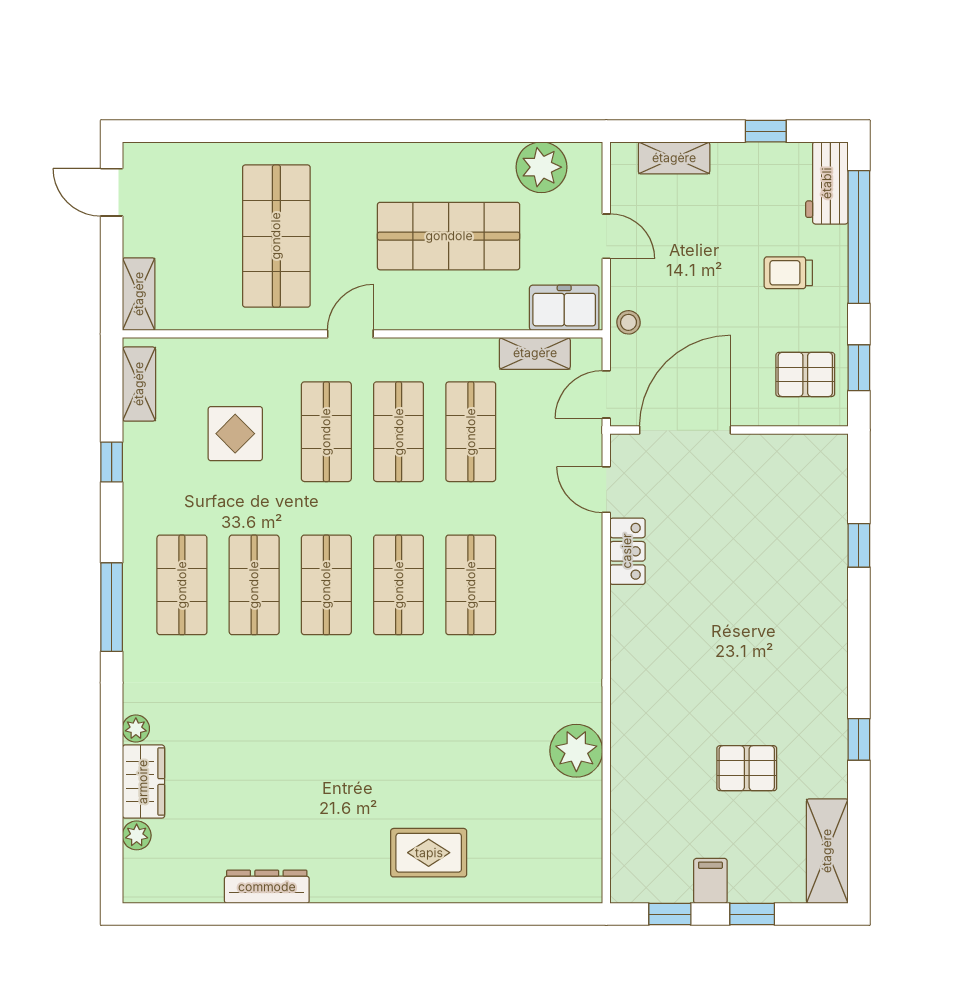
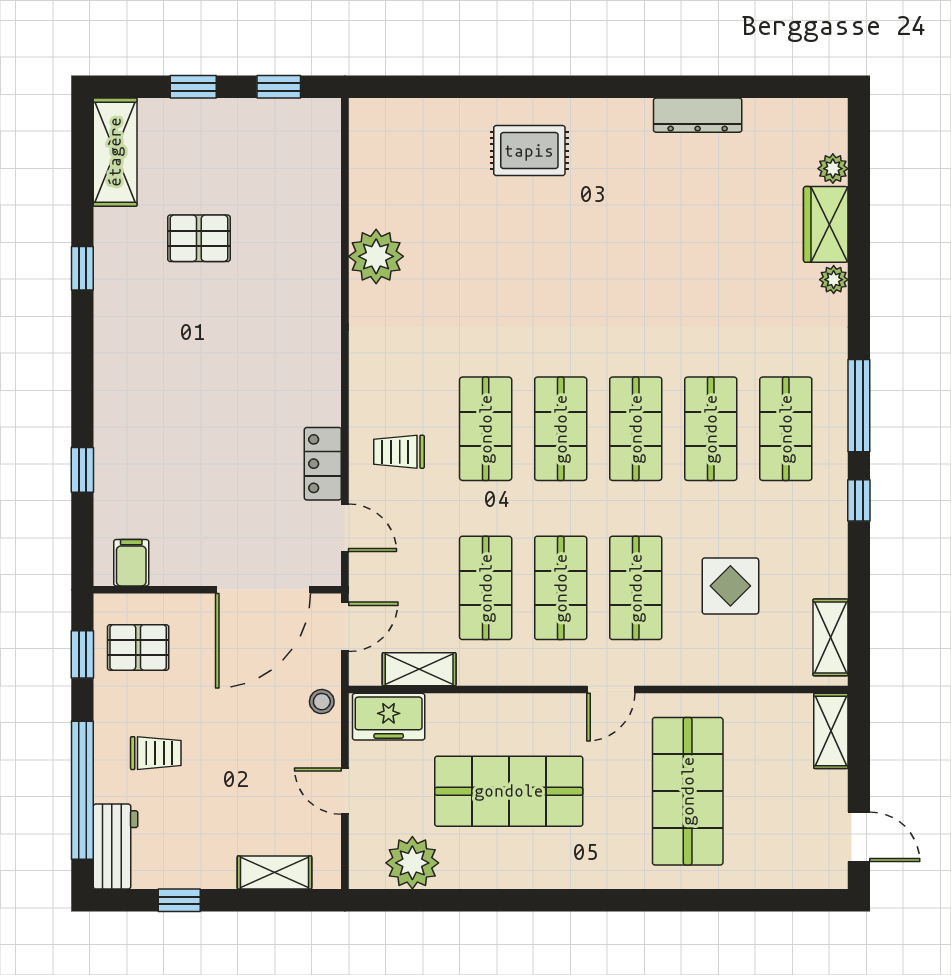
window: (112, 462) -> (859, 500), moved
trolley: (554, 563) -> (399, 452), added
filing cabinet: (710, 881) -> (131, 563), moved, turned 180

